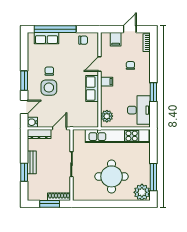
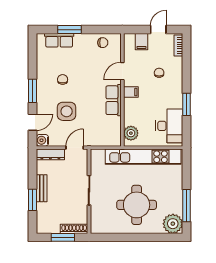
window: (55, 29) -> (70, 30), width x0.47
side table: (49, 88) -> (67, 111), moved

